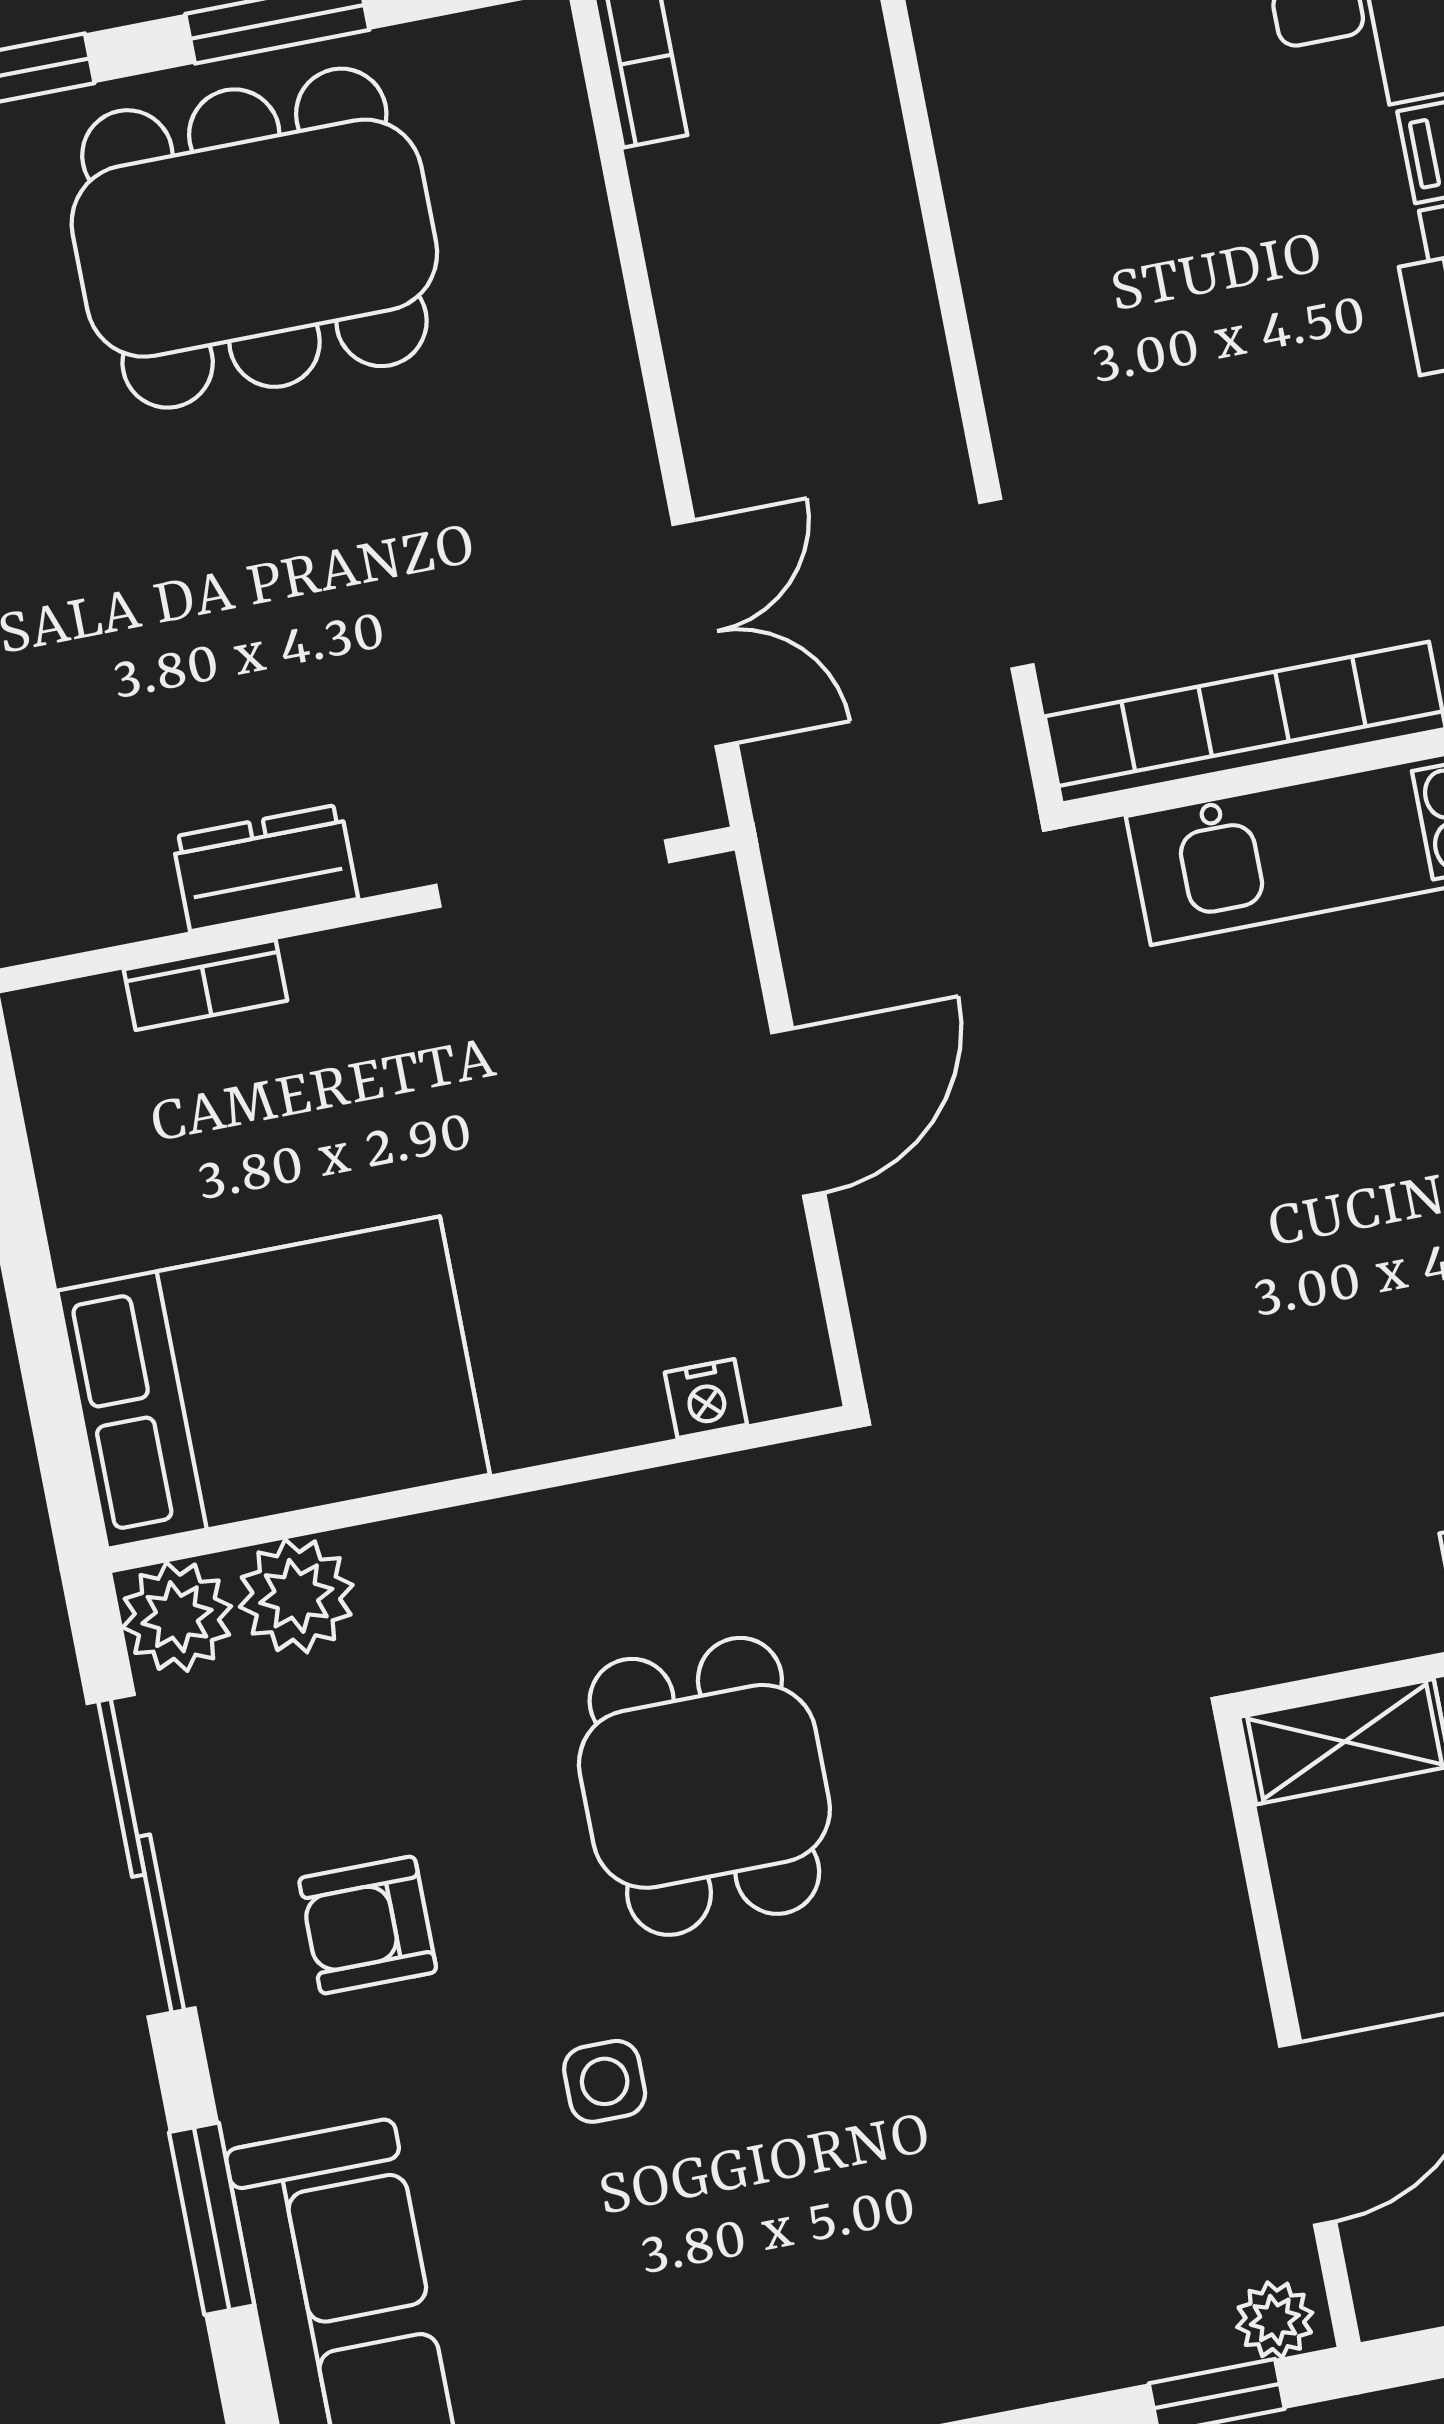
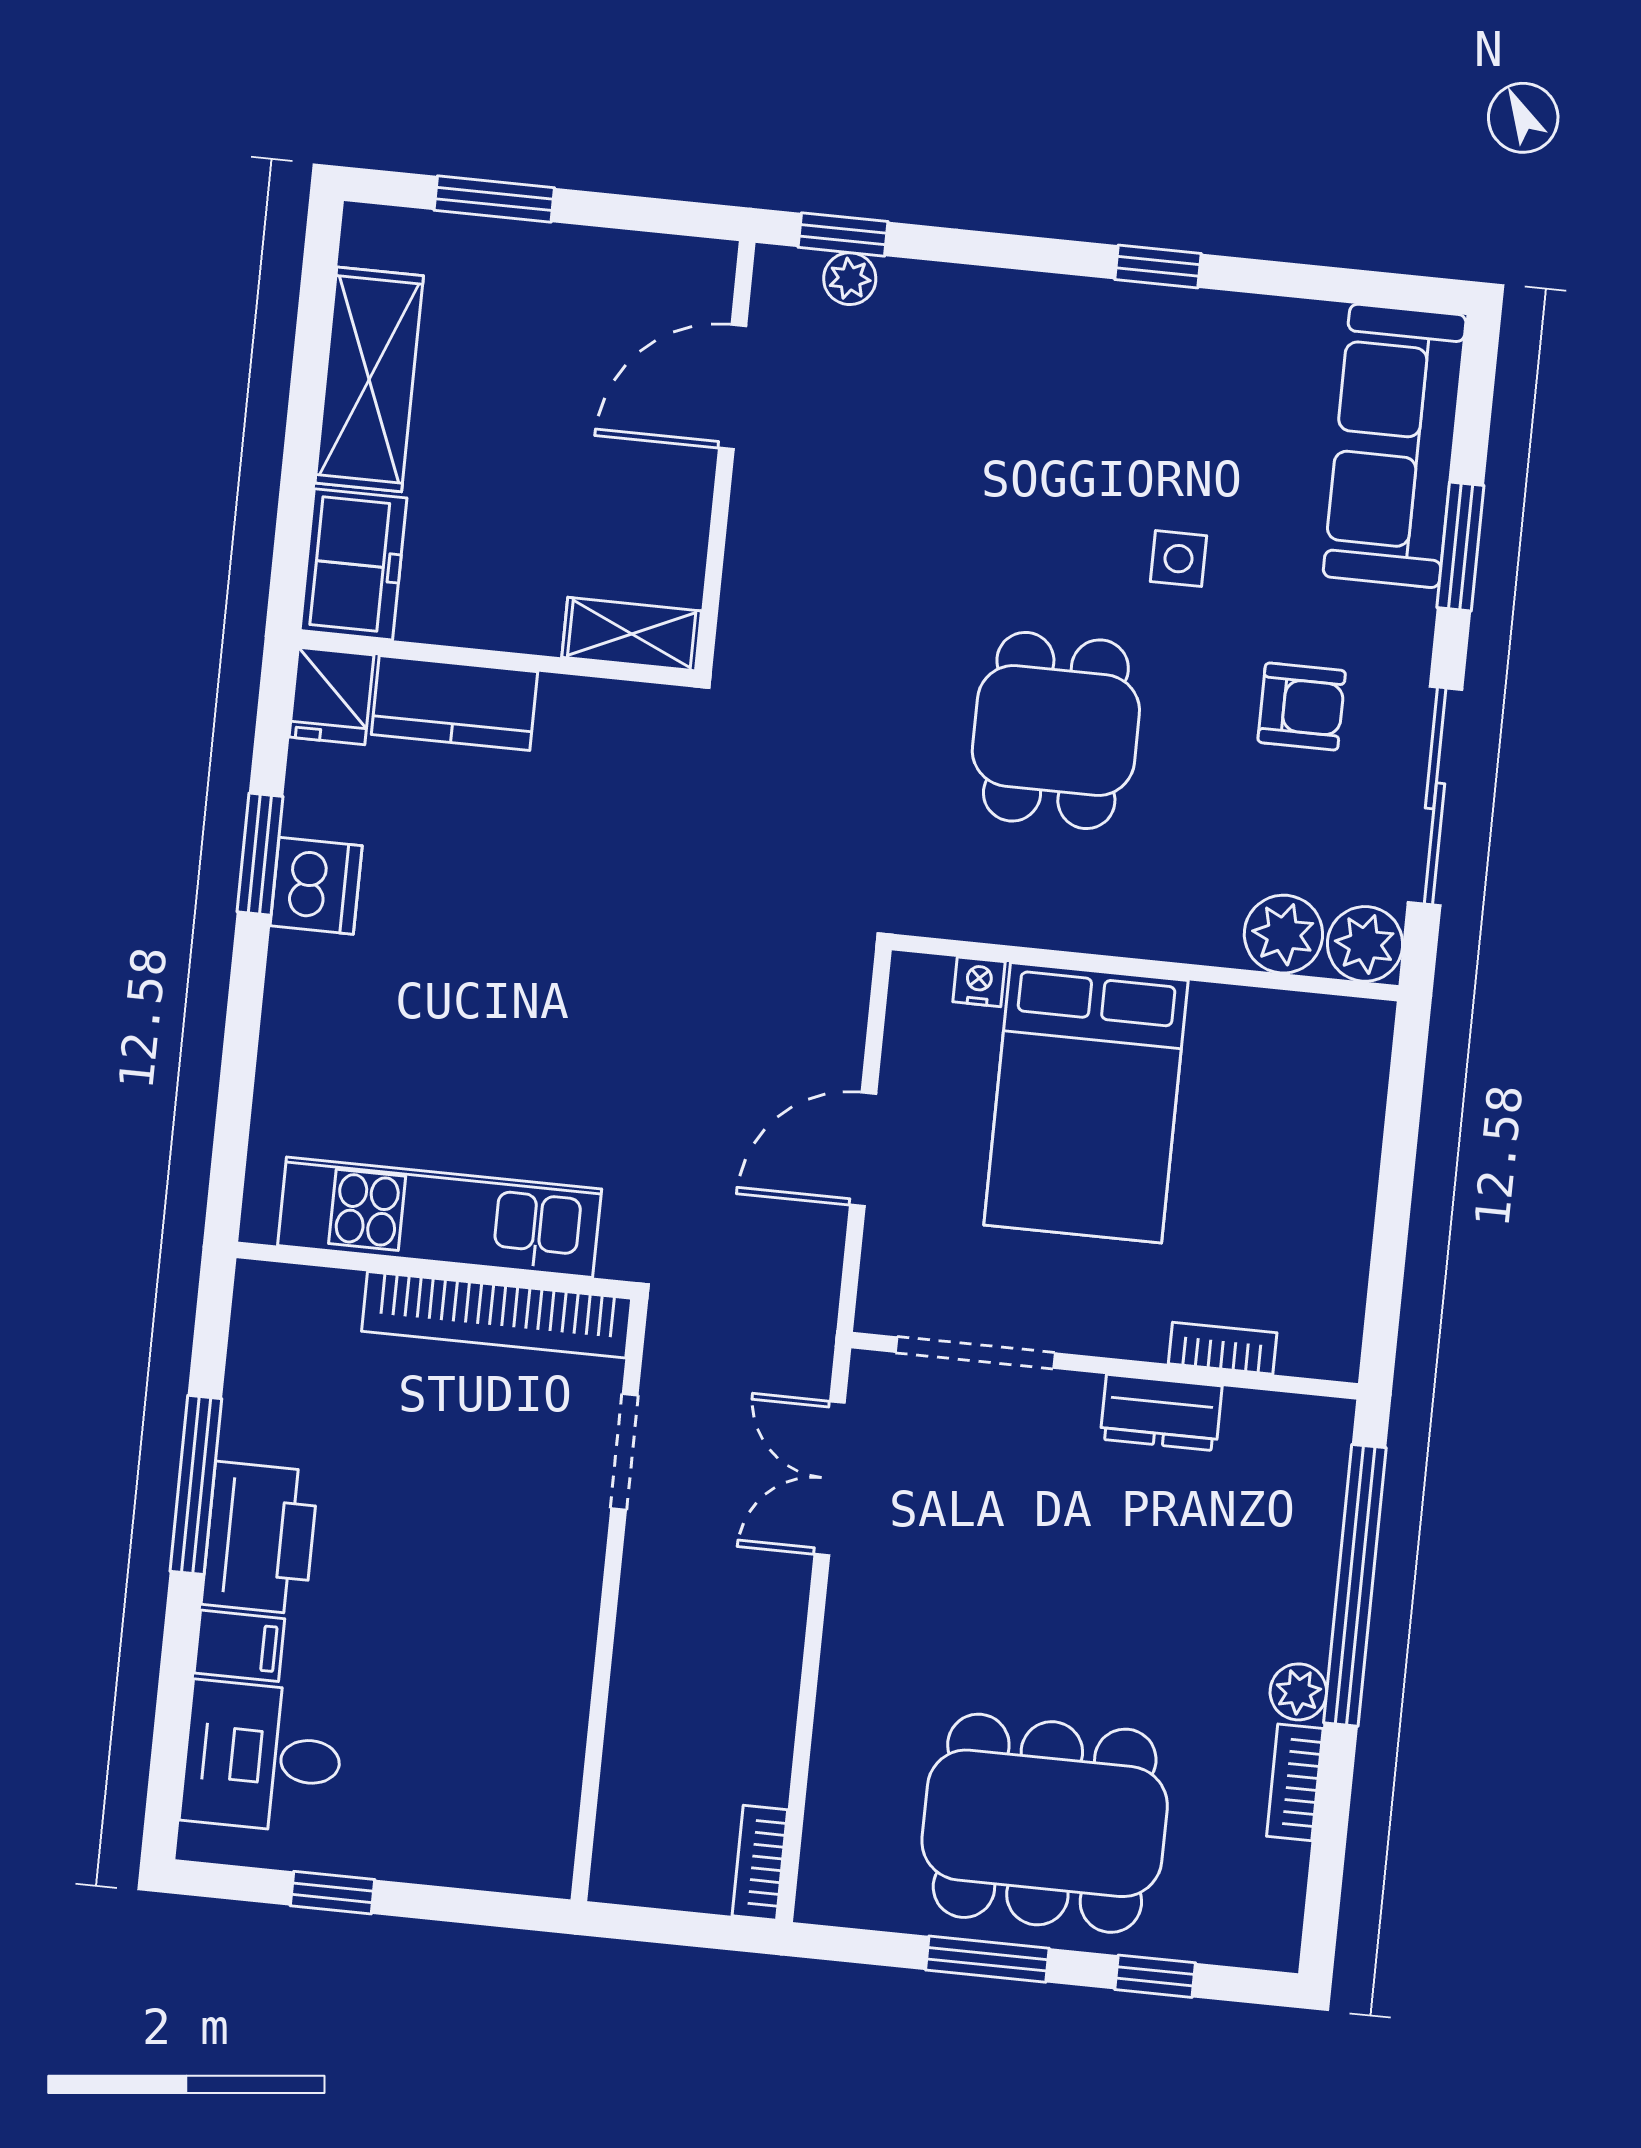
bed: (274, 1383) -> (1086, 1103), moved, turned -90
plant: (1275, 2320) -> (850, 279), moved

